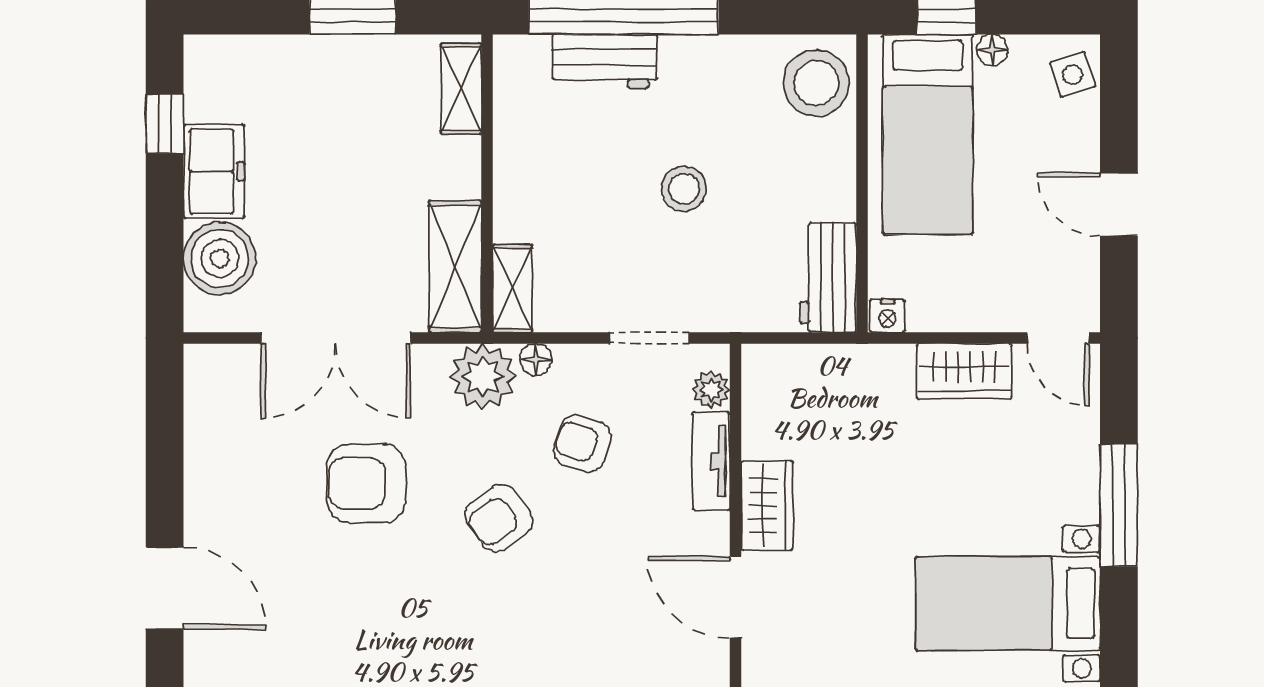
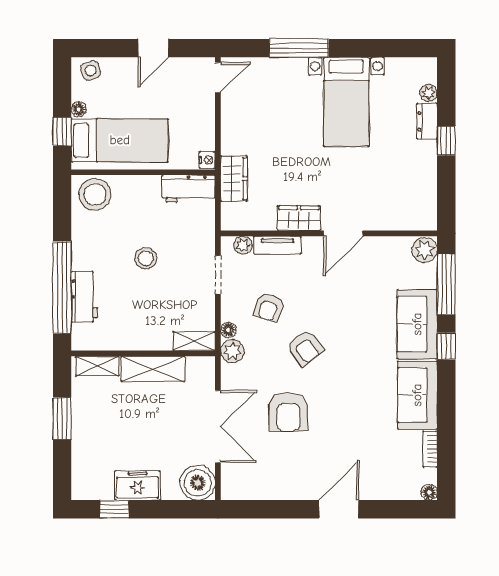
boiler: (220, 258) -> (198, 483), moved
shelving: (455, 266) -> (153, 369), moved
wardrobe: (964, 371) -> (234, 179), moved
plant: (483, 377) -> (232, 351), width x0.73, depth x0.73

